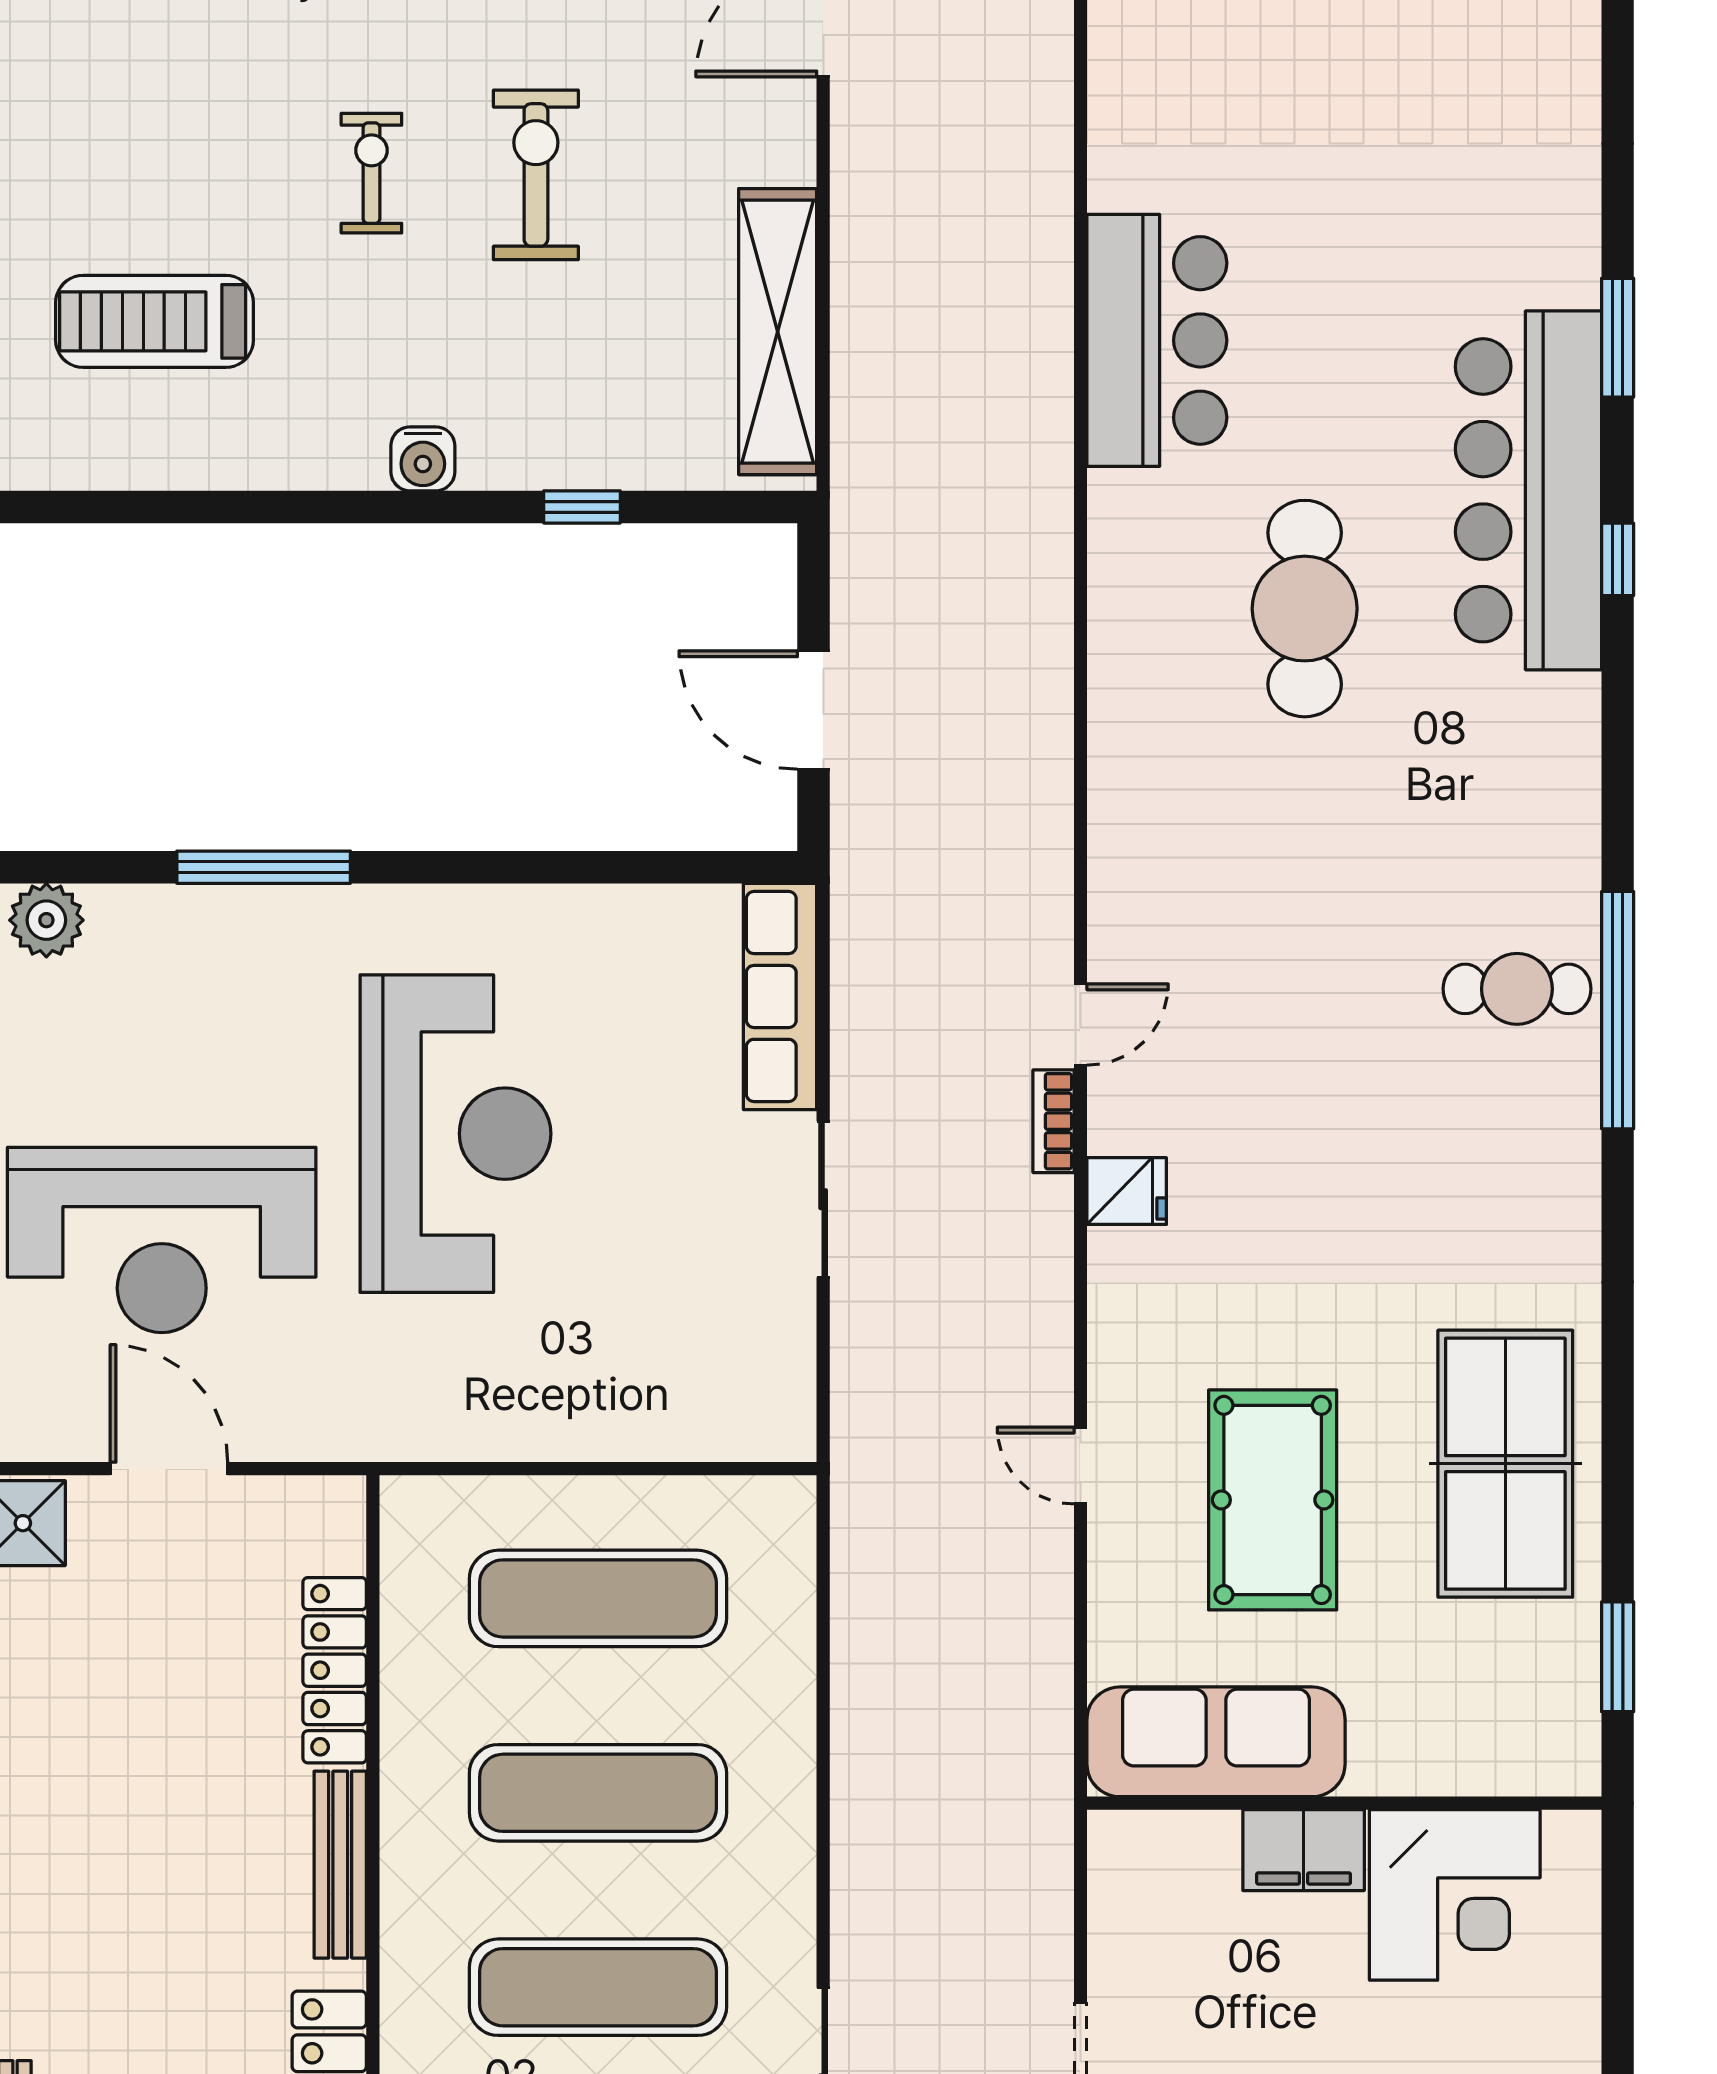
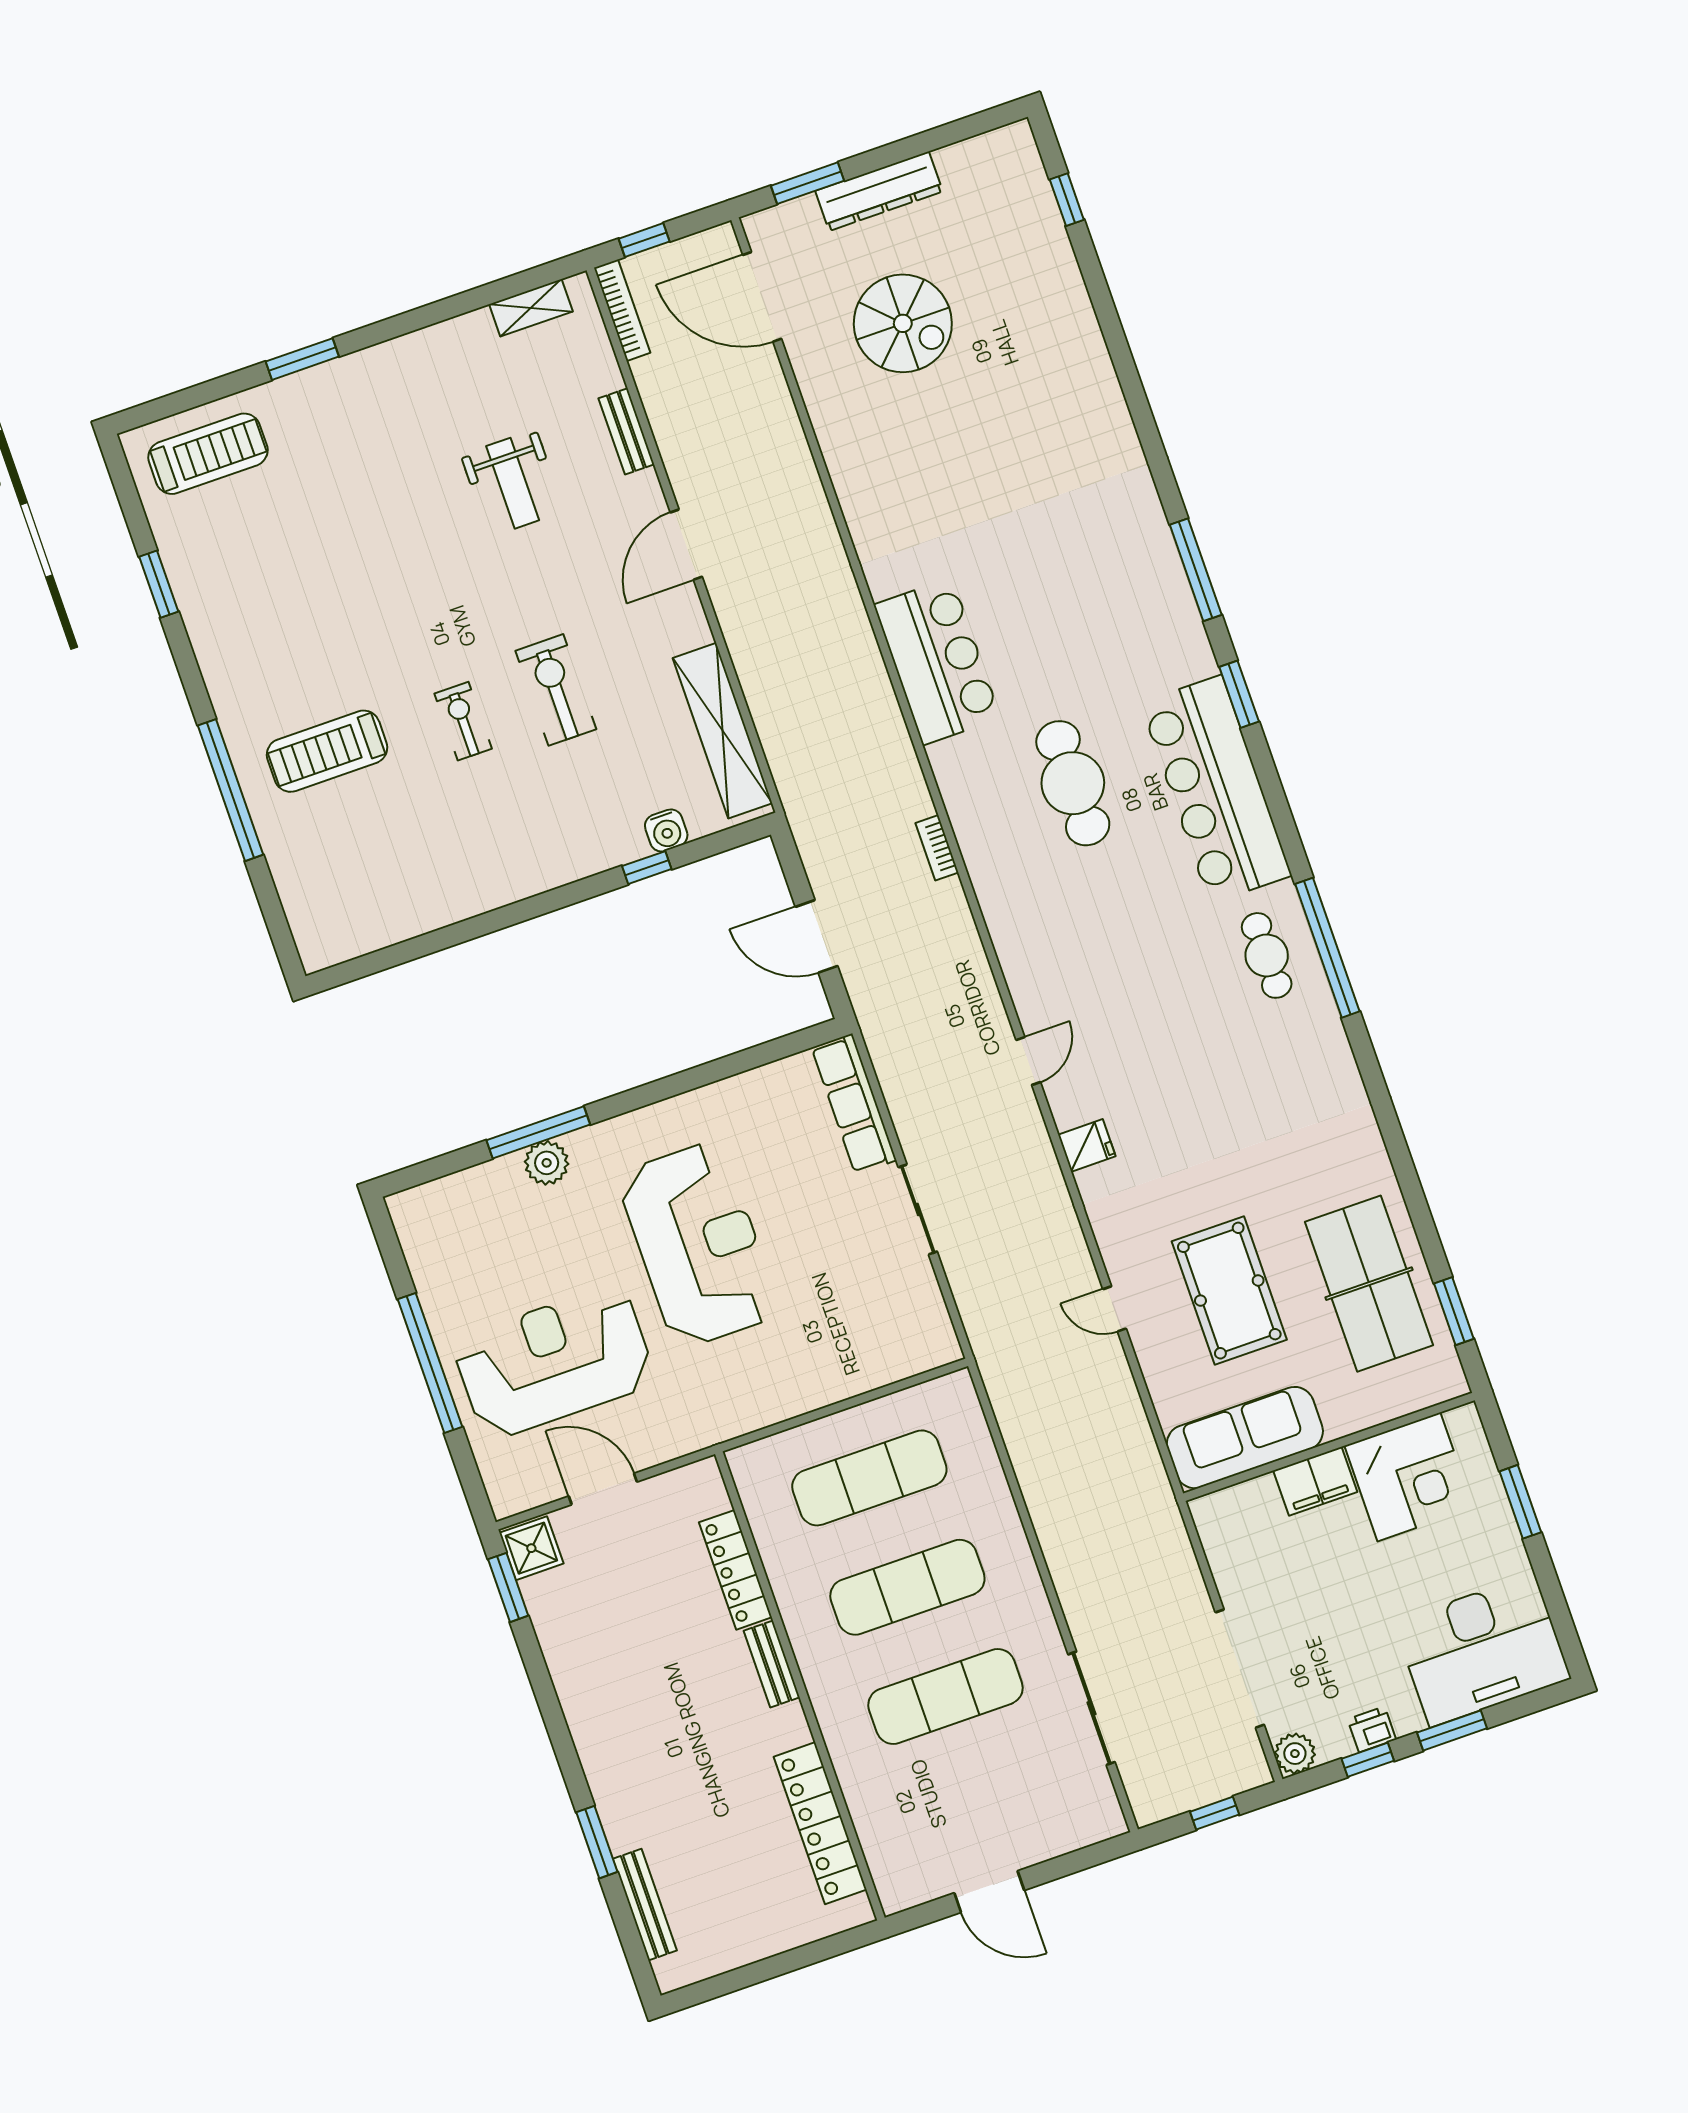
treadmill: (155, 321) -> (327, 751), moved
window: (1618, 338) -> (1196, 570), width x1.44
water cooler: (423, 459) -> (666, 830), moved
bar counter: (1528, 490) -> (1216, 789), moved
window: (1618, 559) -> (1239, 694), width x1.50
plant: (46, 920) -> (547, 1163), moved
cafe table: (1517, 989) -> (1267, 955), turned 90
bookcase: (1053, 1121) -> (937, 848), moved
reception desk: (162, 1240) -> (554, 1362), turned 180
table tennis table: (1505, 1464) -> (1369, 1284), moved
bench: (340, 1865) -> (772, 1664), width x0.73
window: (1618, 1996) -> (1520, 1502), added

